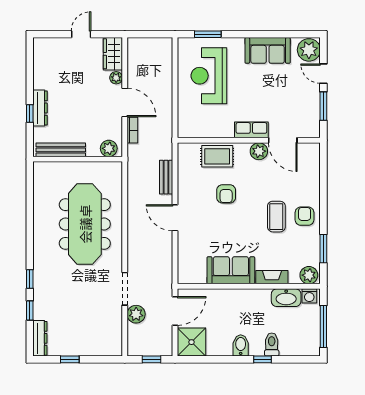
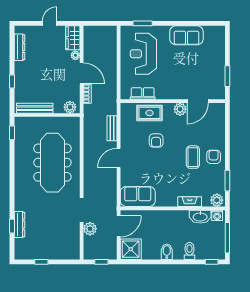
plant: (309, 50) -> (217, 35), removed
door: (323, 74) -> (227, 52), removed
dresser: (40, 108) -> (20, 47), moved
row of seats: (251, 130) -> (143, 94), moved
door: (283, 140) -> (198, 101), hinge flipped
door: (175, 218) -> (119, 158), hinge flipped
sofa: (231, 270) -> (138, 197), moved
window: (30, 279) -> (12, 133), moved
dresser: (40, 338) -> (19, 224), moved
window: (262, 359) -> (212, 262), moved

